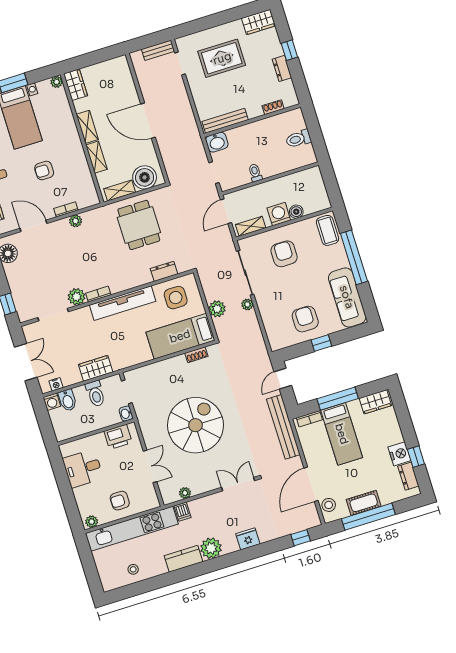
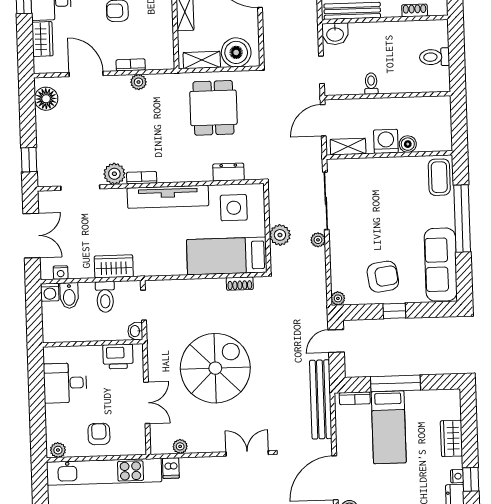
armchair: (284, 254) -> (379, 191), removed
armchair: (305, 319) -> (383, 277), turned 82
plant: (275, 345) -> (338, 298), added
wardrobe: (375, 402) -> (451, 438), moved, turned 90
nightstand: (399, 454) -> (457, 476), width x0.53, depth x0.56
armchair: (120, 501) -> (99, 434), turned 90

